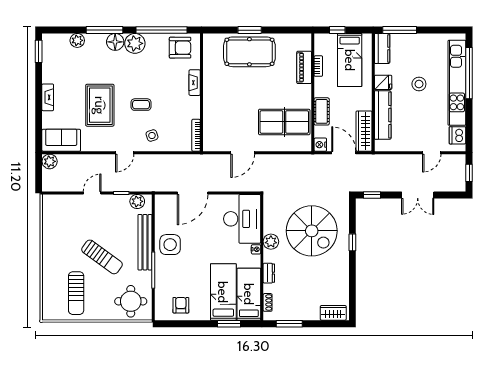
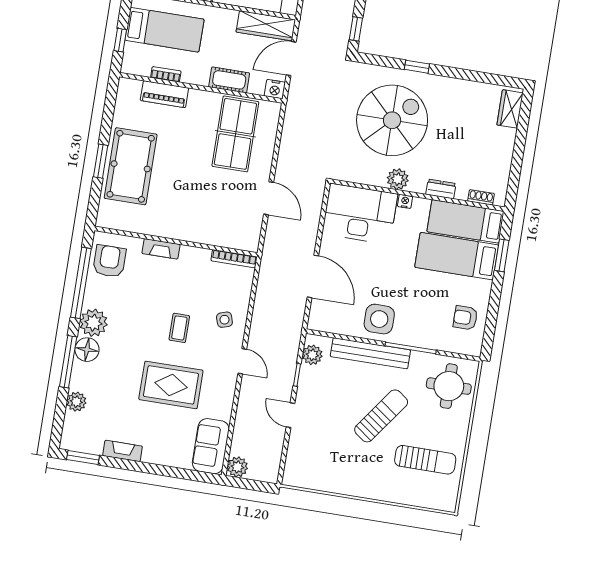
fireplace: (48, 97) -> (123, 451), moved
window: (289, 324) -> (515, 172), removed

